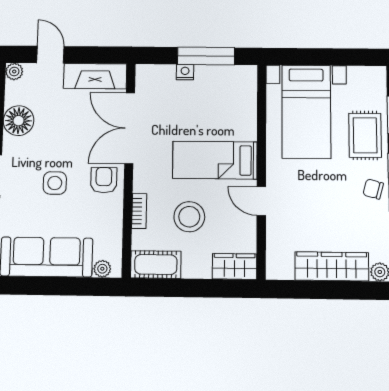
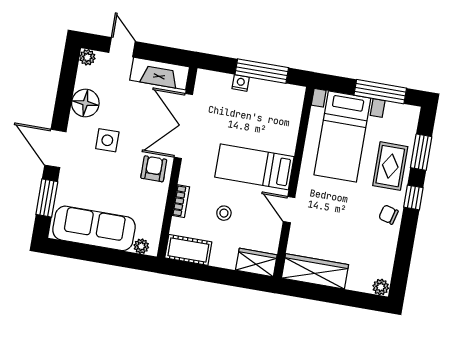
window: (339, 57) -> (380, 92), added
side table: (55, 183) -> (107, 140), moved
stool: (189, 217) -> (224, 213), width x0.53, depth x0.53
wardrobe: (332, 266) -> (315, 271), moved

